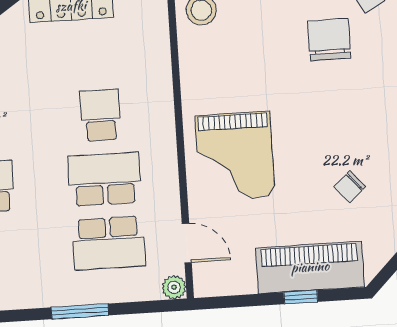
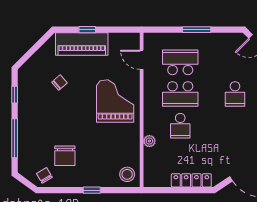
plant: (174, 287) -> (149, 141), moved

